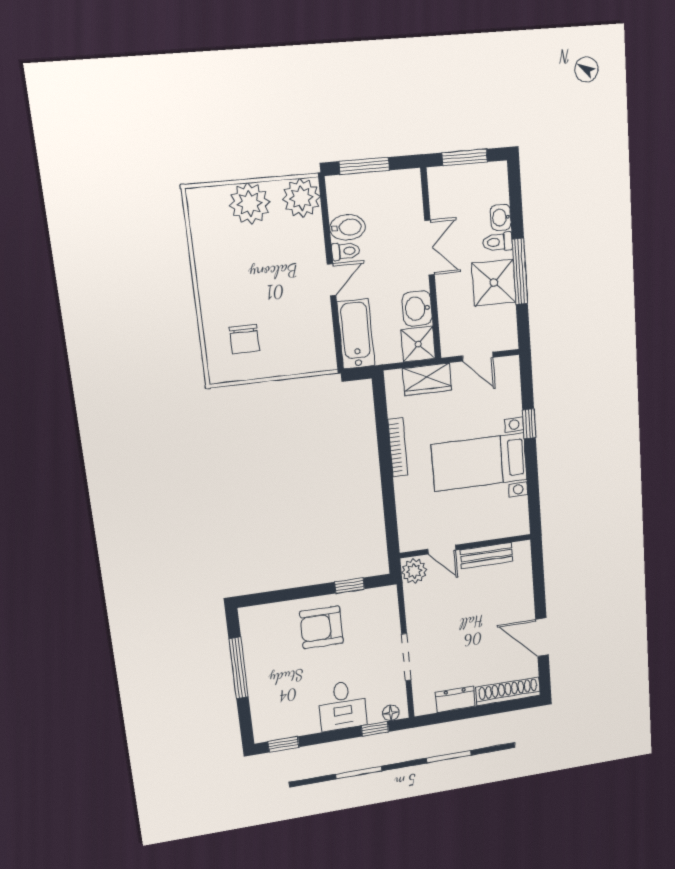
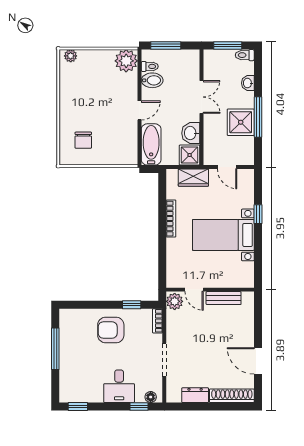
plant: (250, 204) -> (71, 56), moved, width x0.53, depth x0.53
toilet: (498, 242) -> (245, 55), moved
toilet: (346, 251) -> (150, 66), moved
bookcase: (391, 603) -> (158, 321), added

